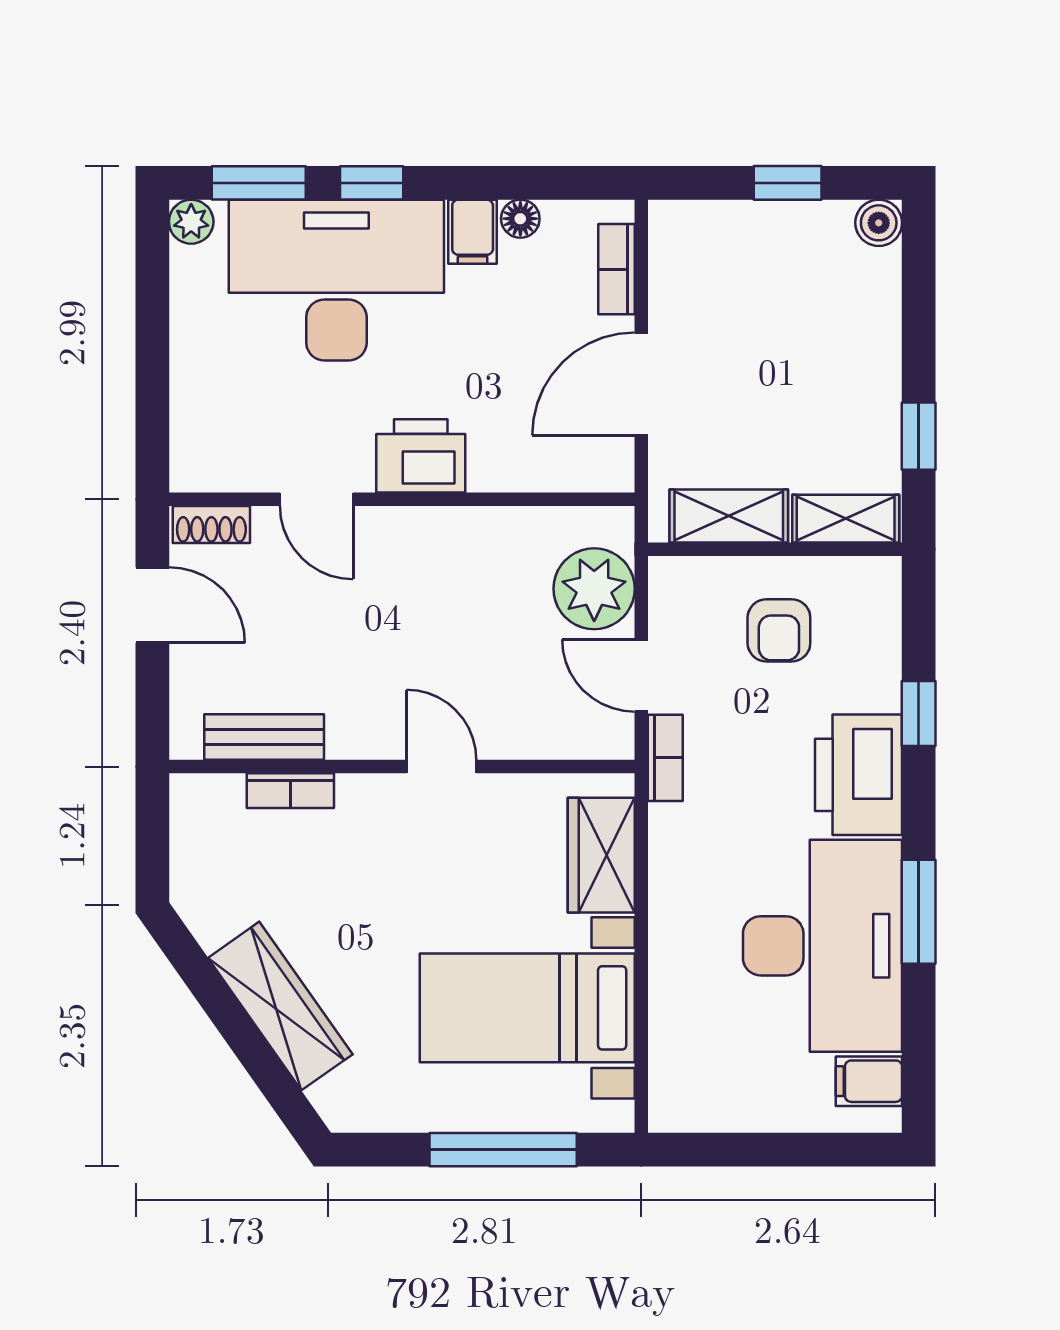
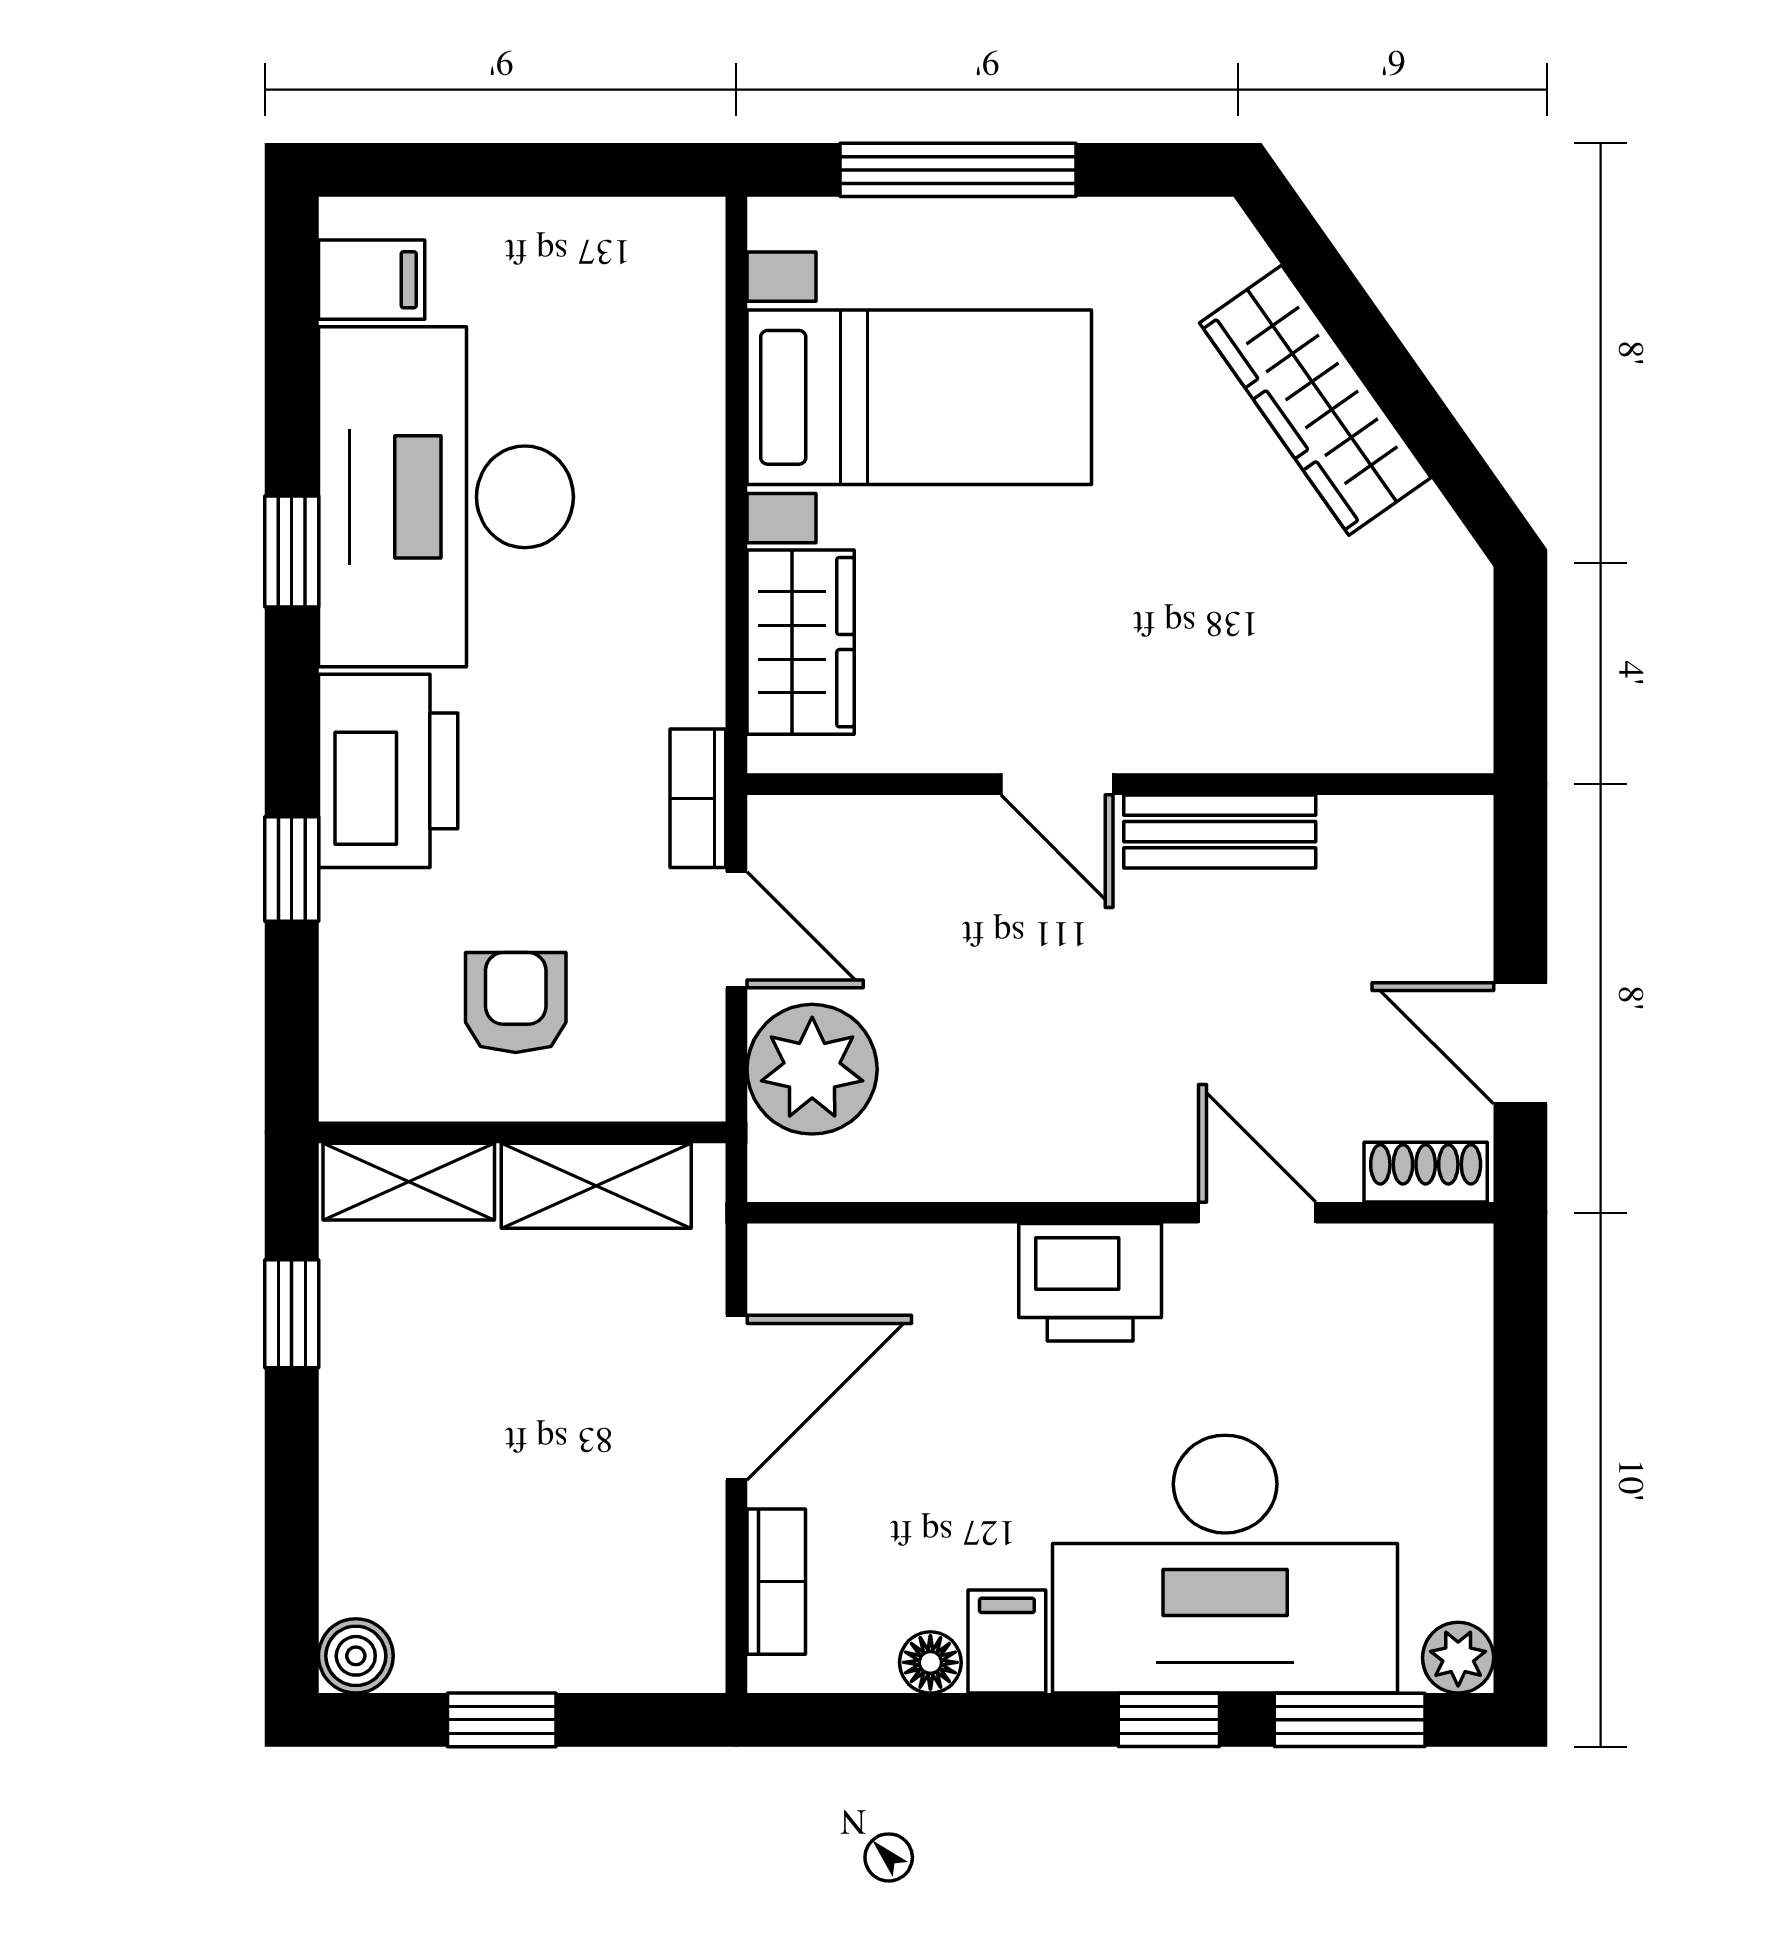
bench: (264, 737) -> (1220, 832), moved
bookcase: (290, 791) -> (1299, 746), removed
window: (919, 912) -> (292, 551), width x0.67

